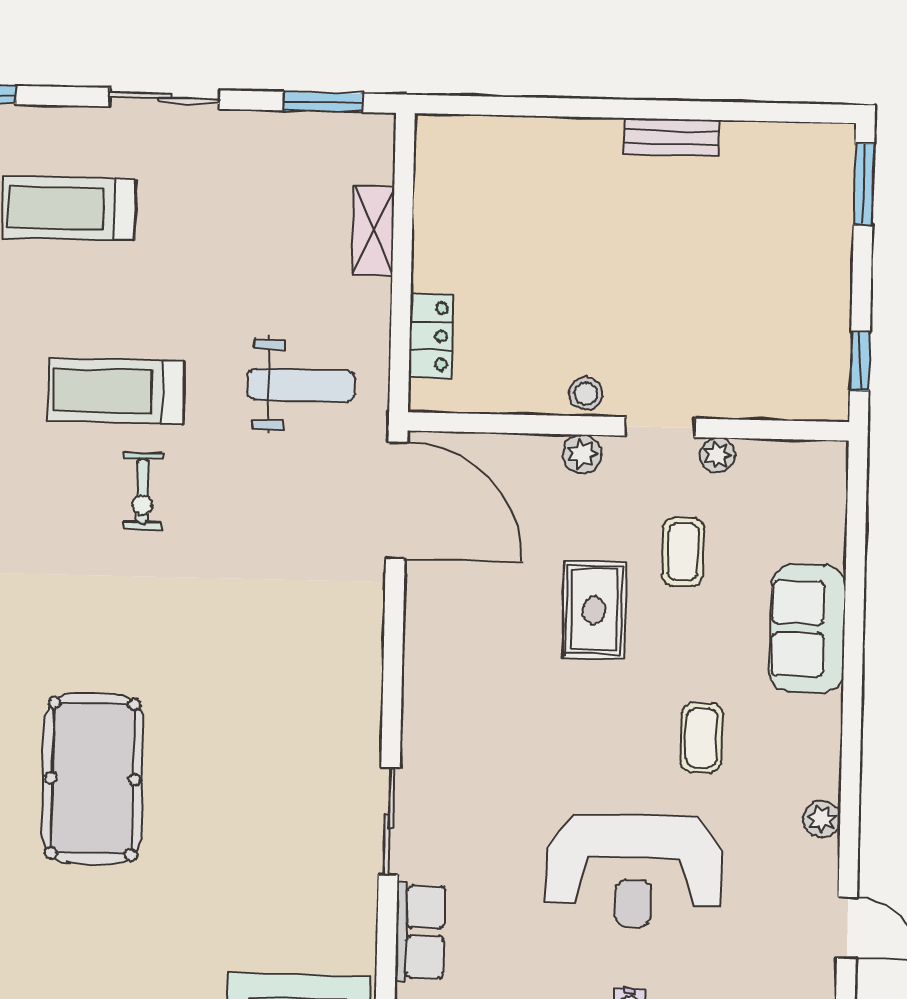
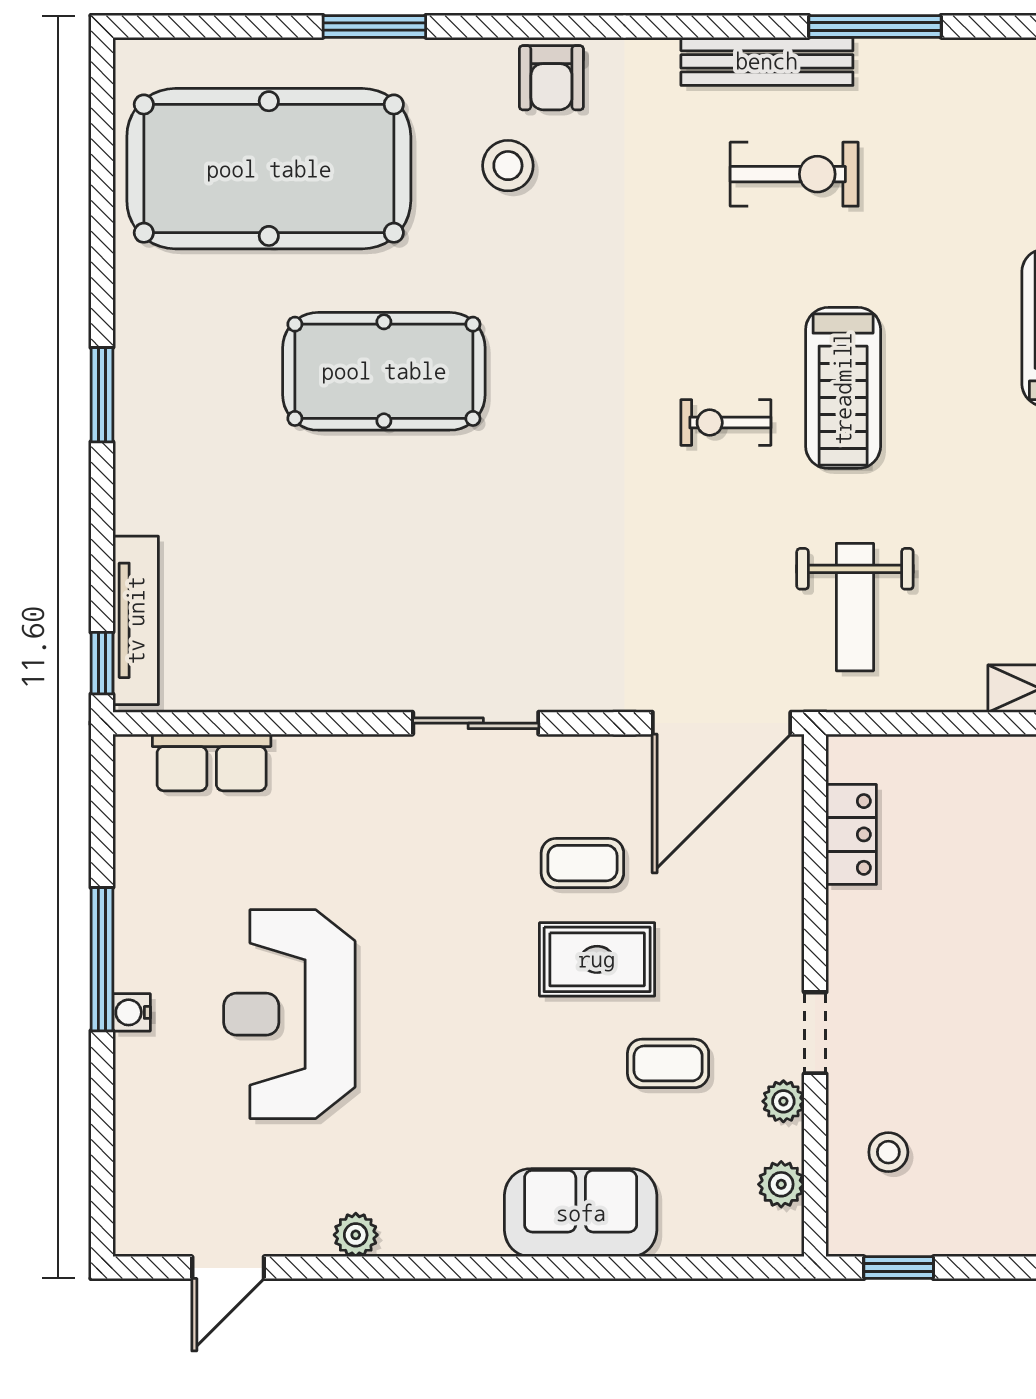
locker: (431, 336) -> (851, 834), moved, turned -90
treadmill: (116, 391) -> (843, 388), turned 180
stool: (586, 394) -> (888, 1152), moved
plant: (582, 454) -> (781, 1184), moved
coffee table: (701, 738) -> (582, 863), moved
sliding door: (389, 821) -> (476, 723), moved

